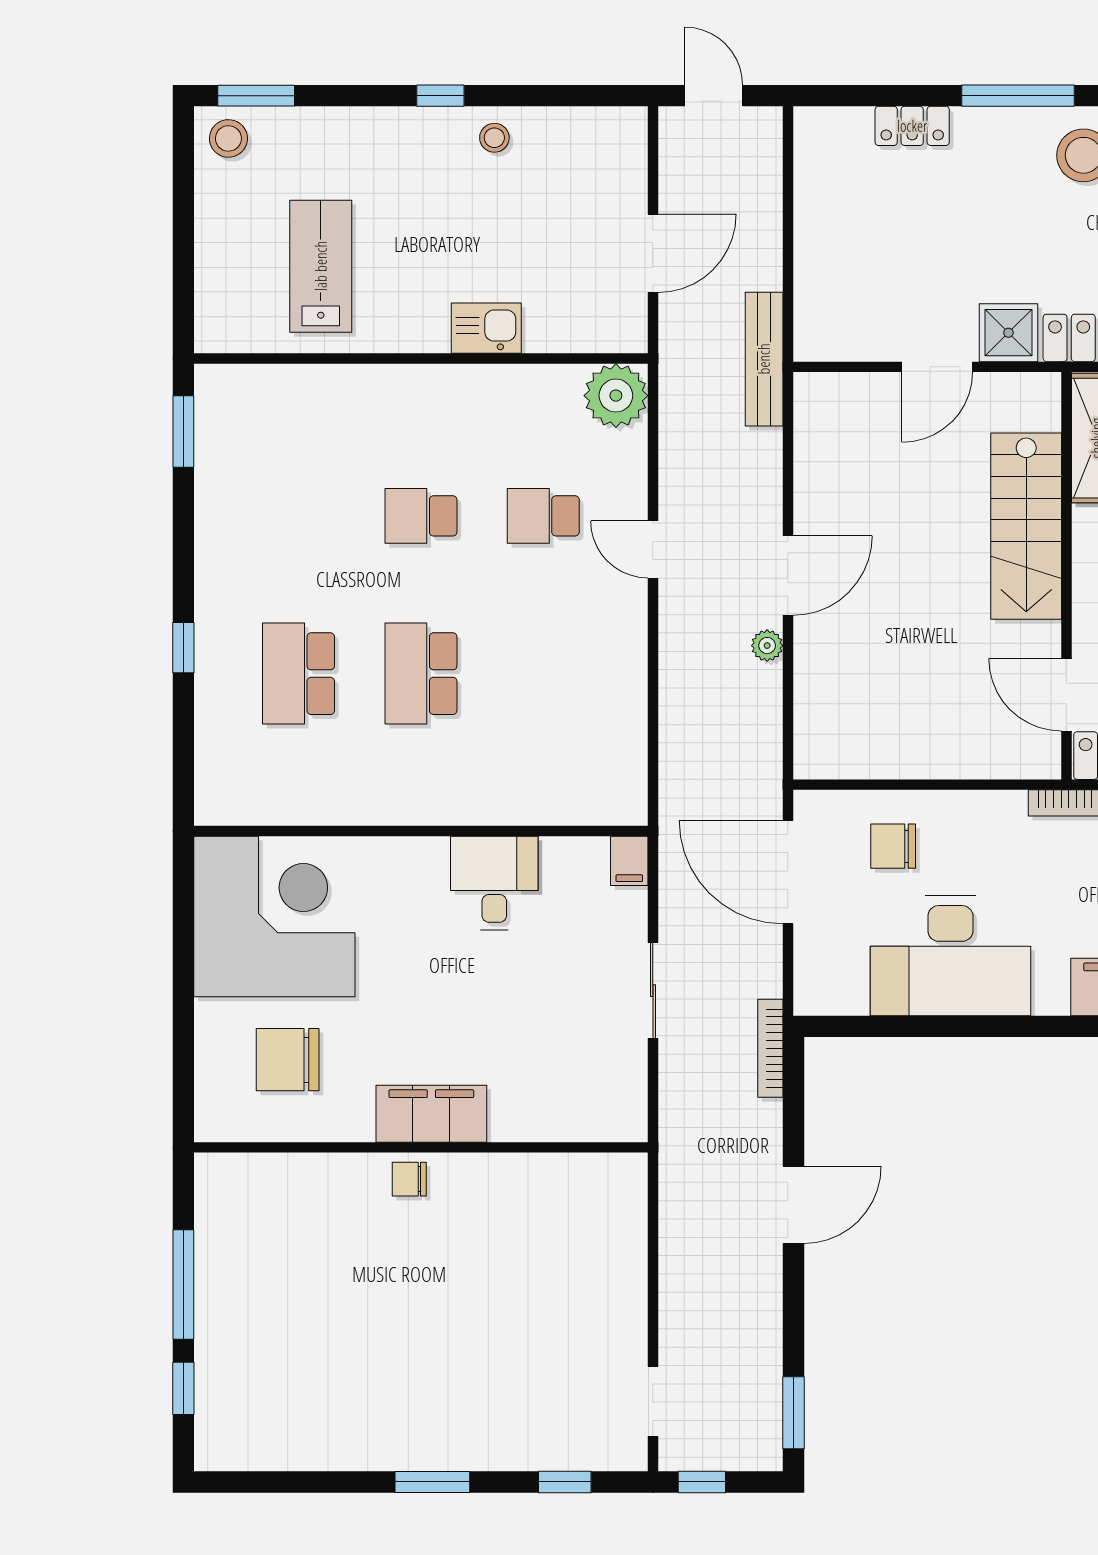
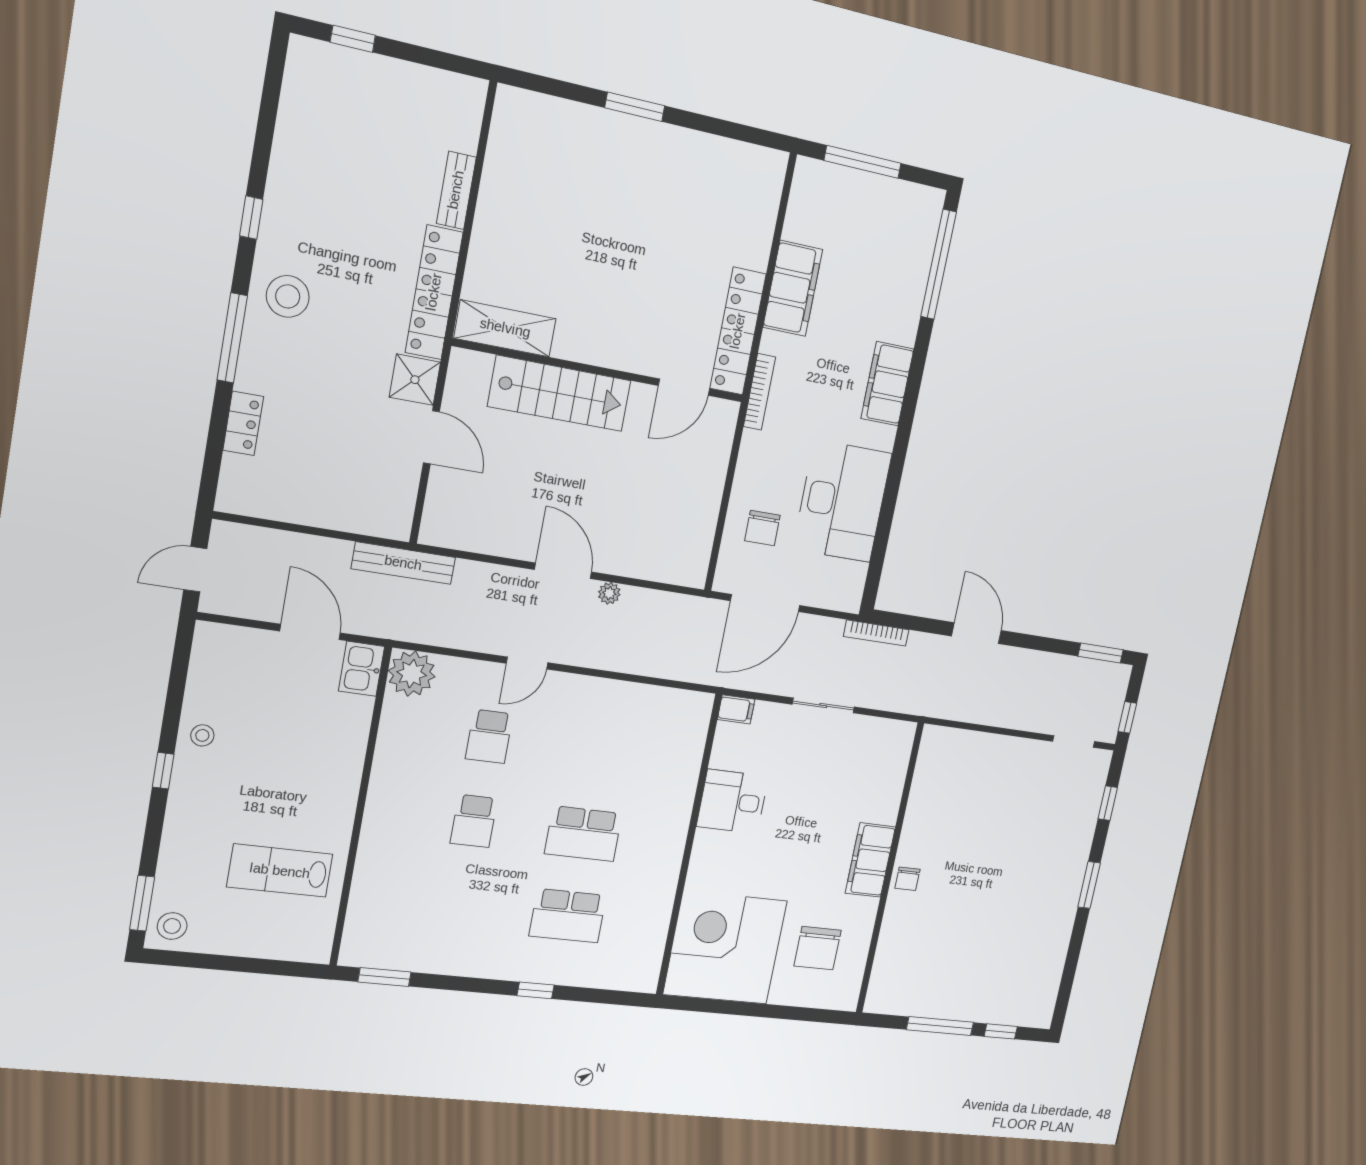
kitchen sink: (486, 328) -> (361, 669), moved

